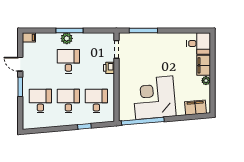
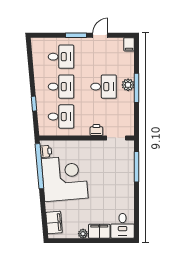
printer: (129, 115) -> (46, 151), added

